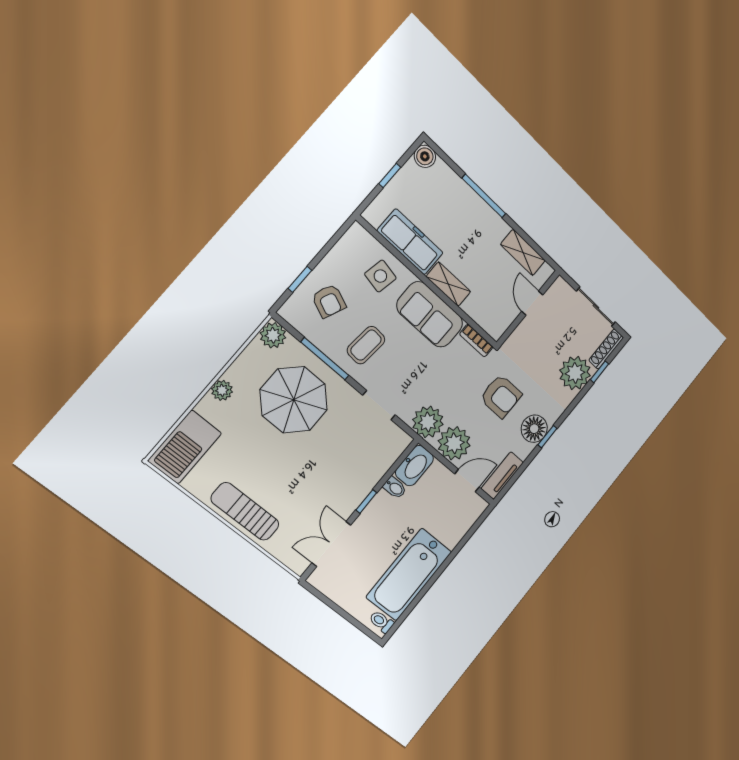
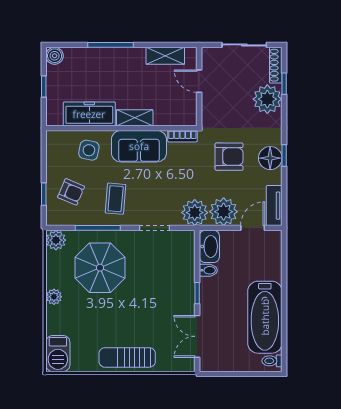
barbecue: (185, 447) -> (58, 354), width x0.73, depth x0.83

